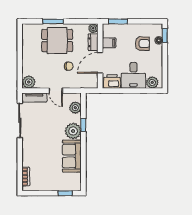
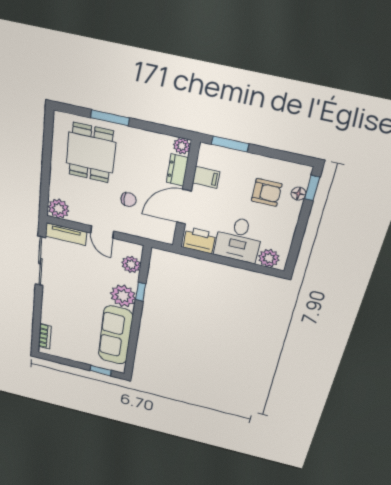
dining table: (57, 41) -> (91, 153), moved, turned 90
sofa: (72, 156) -> (116, 335), width x1.36

